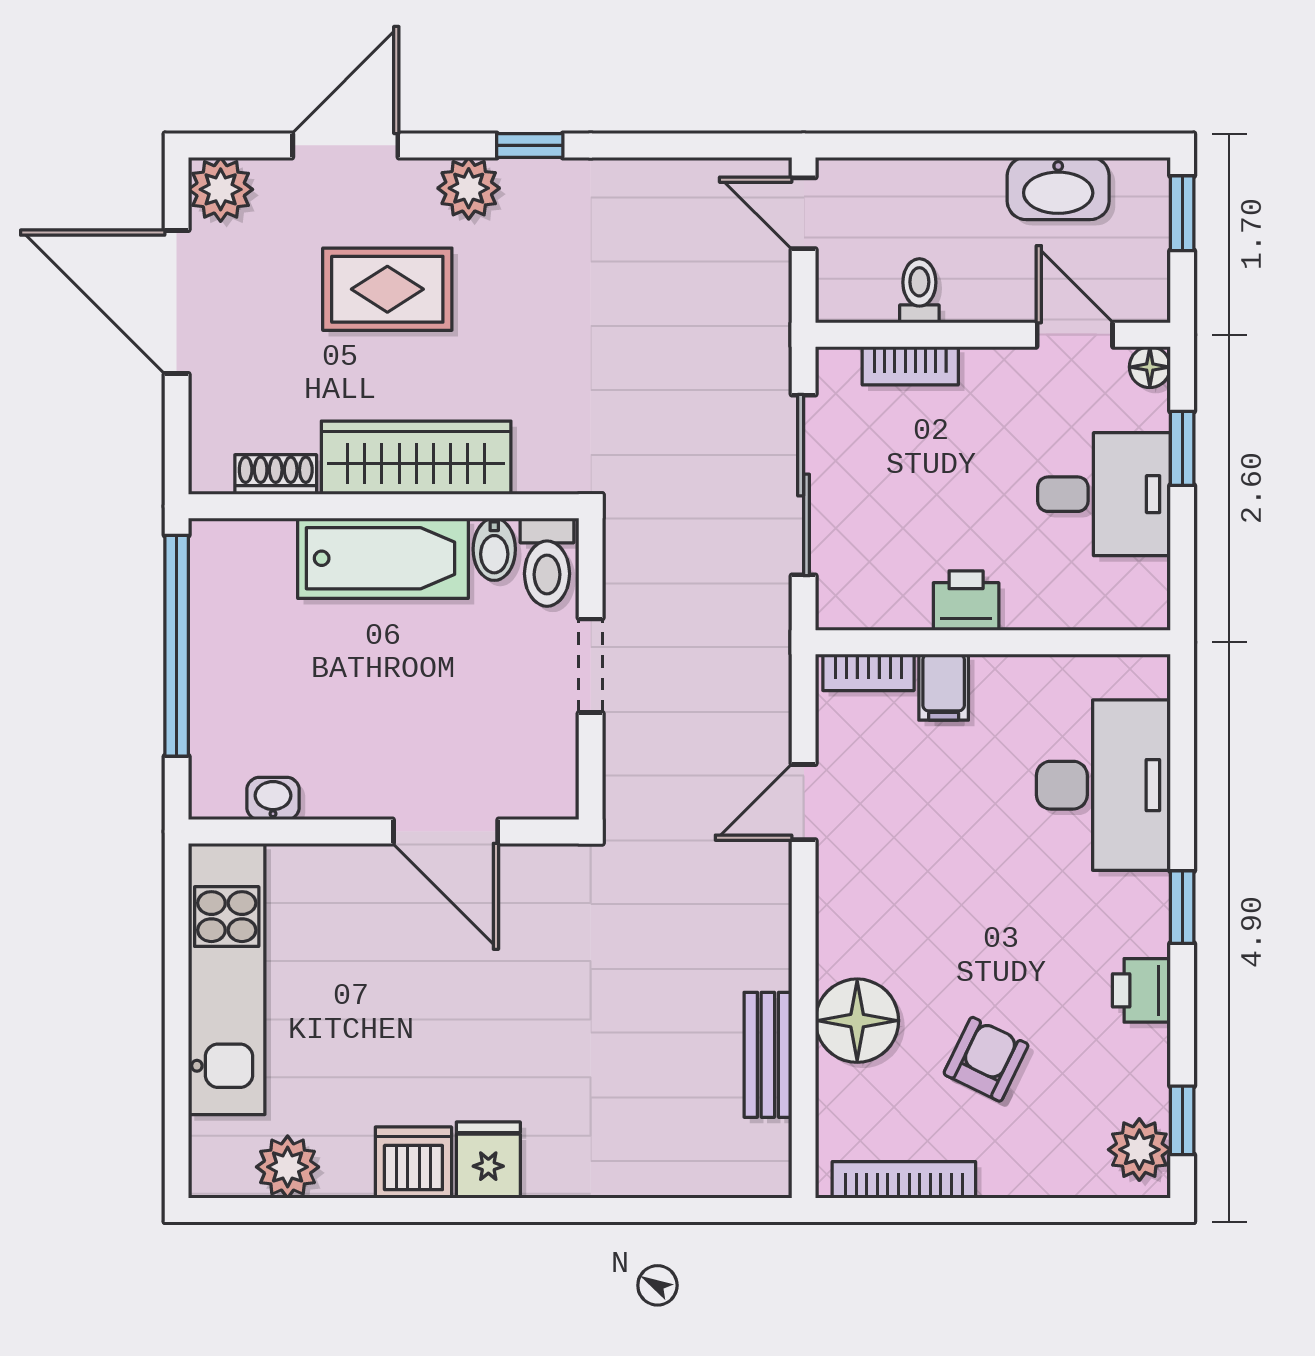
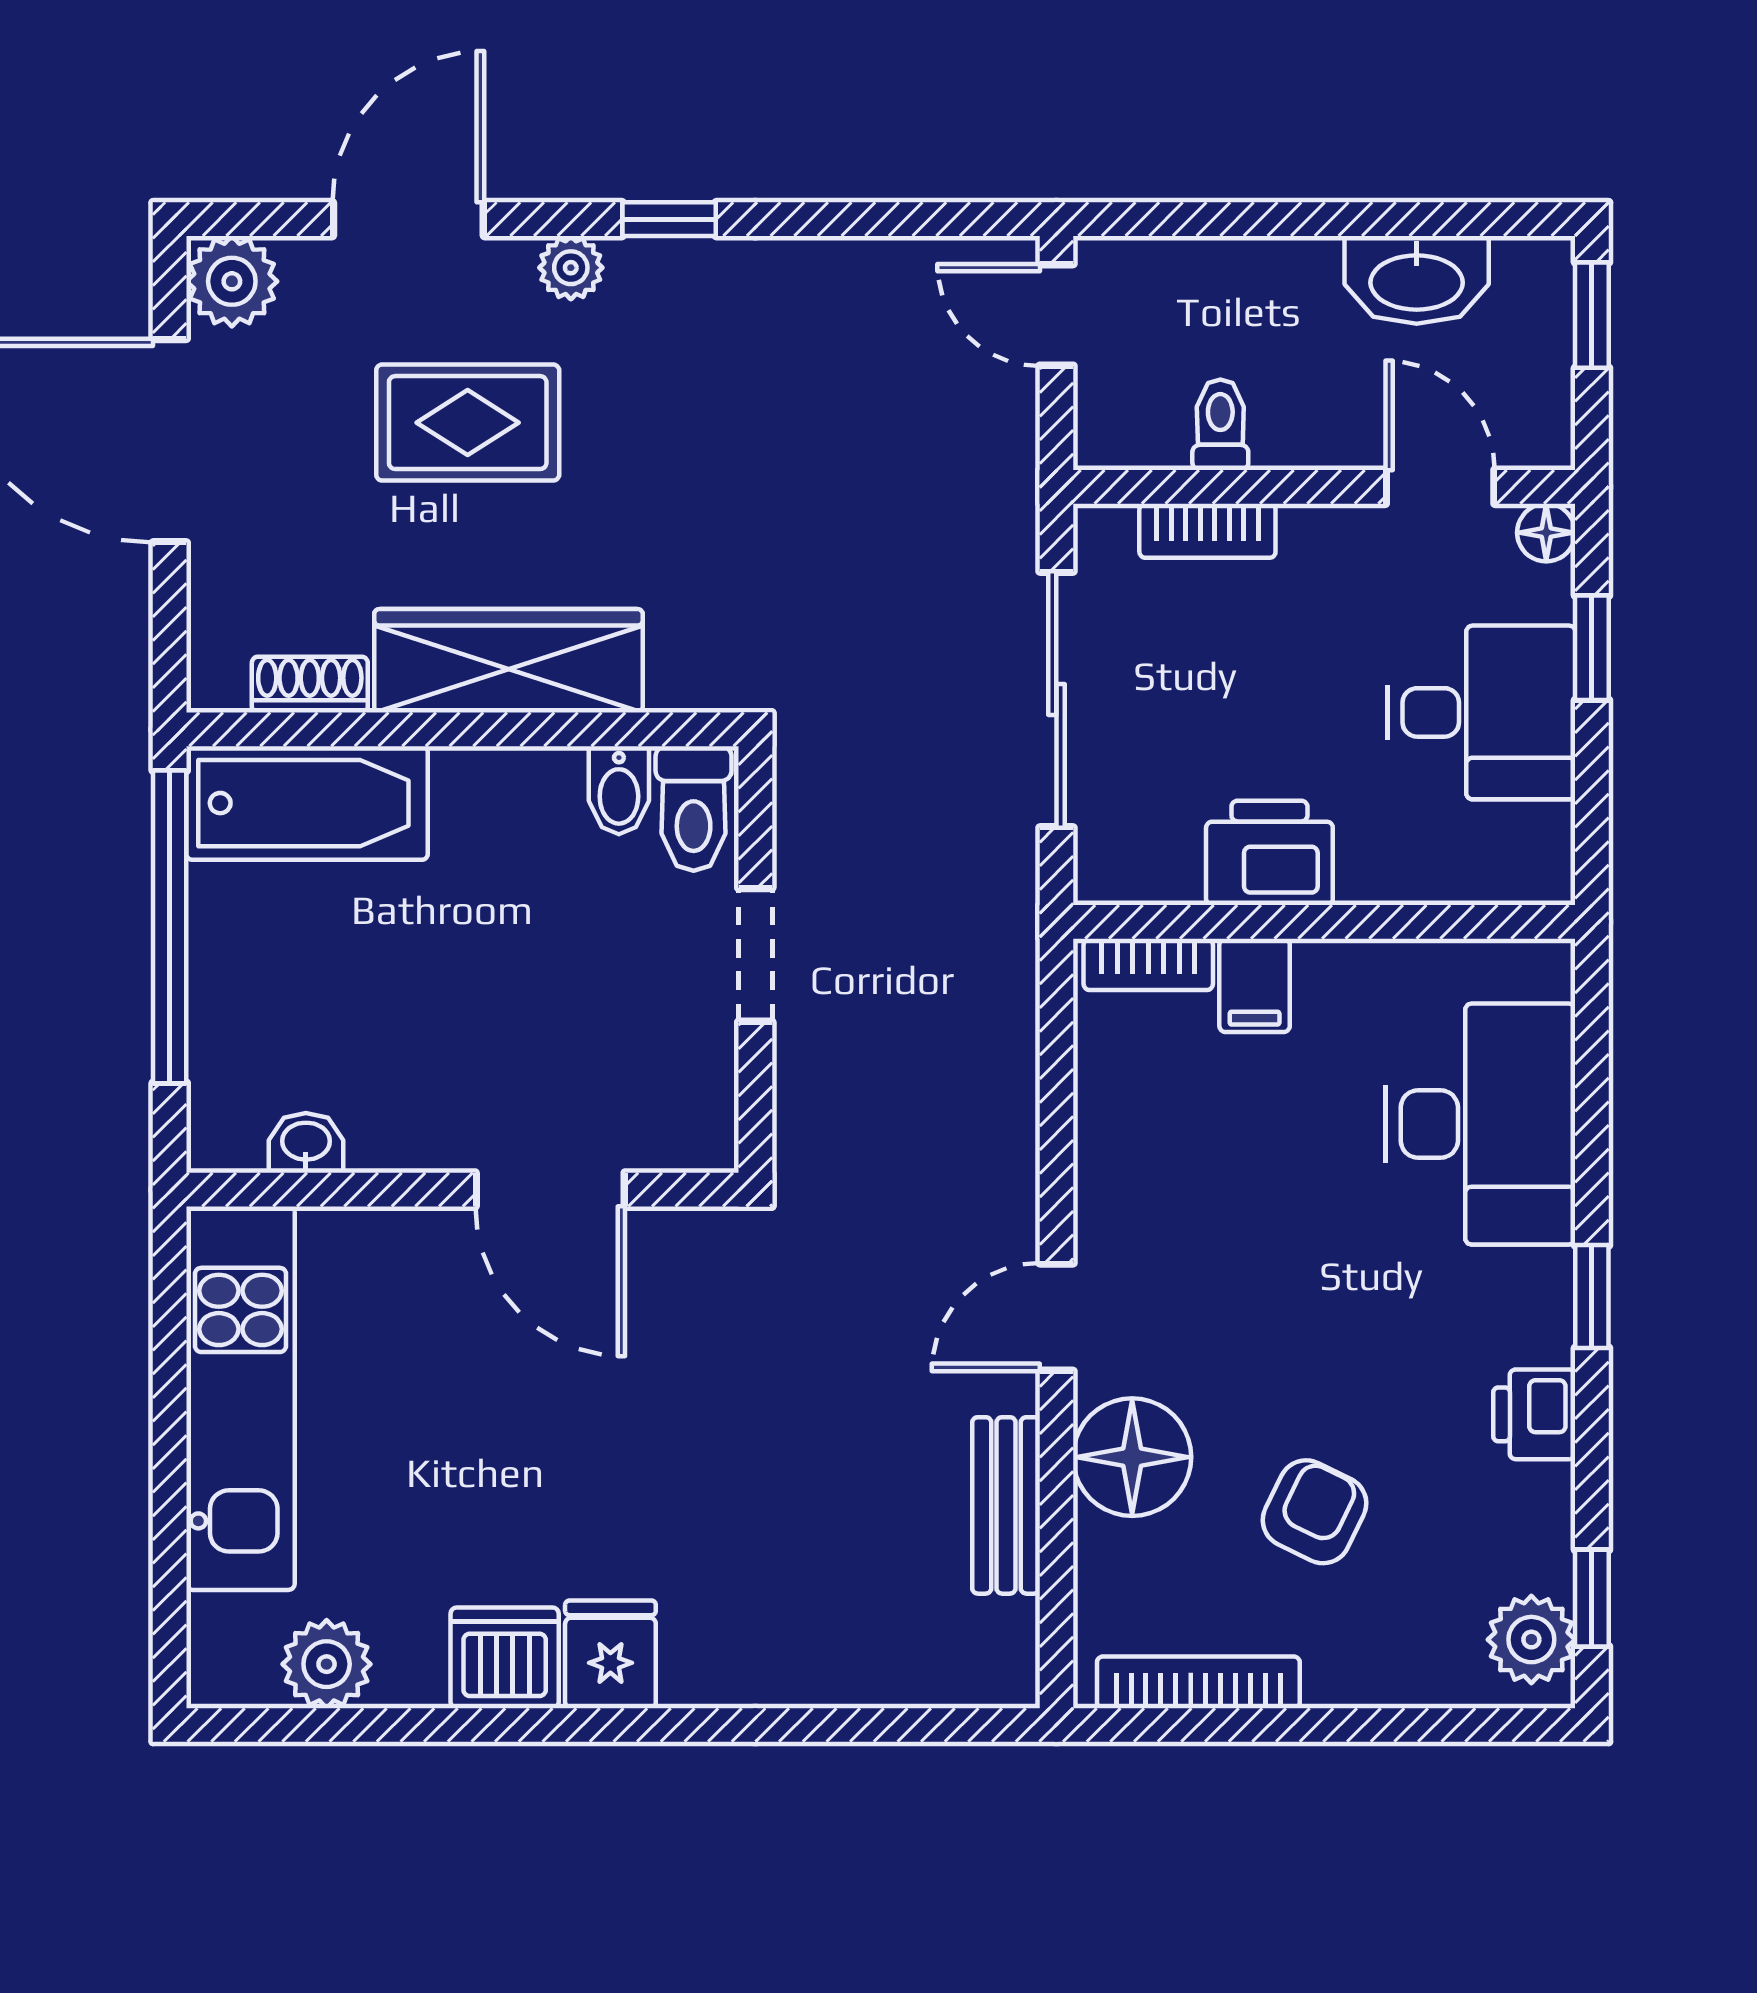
plant: (469, 188) -> (571, 268), width x0.73, depth x0.73
bathtub: (383, 558) -> (307, 803), moved
printer: (966, 601) -> (1269, 853), width x1.36, depth x1.24
door: (804, 802) -> (1056, 1317), moved

